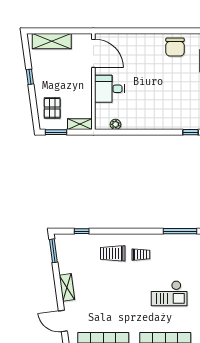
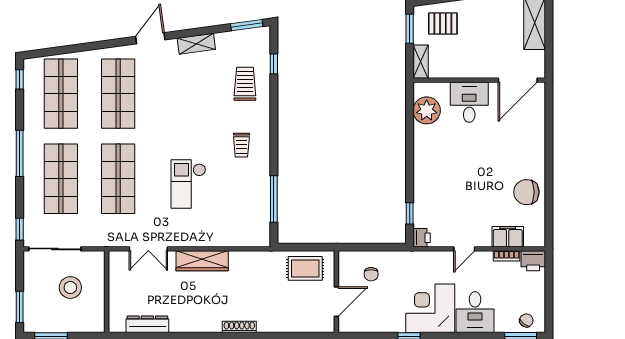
plant: (115, 124) -> (427, 110), width x1.87, depth x1.87
trolley: (113, 253) -> (245, 84), moved

